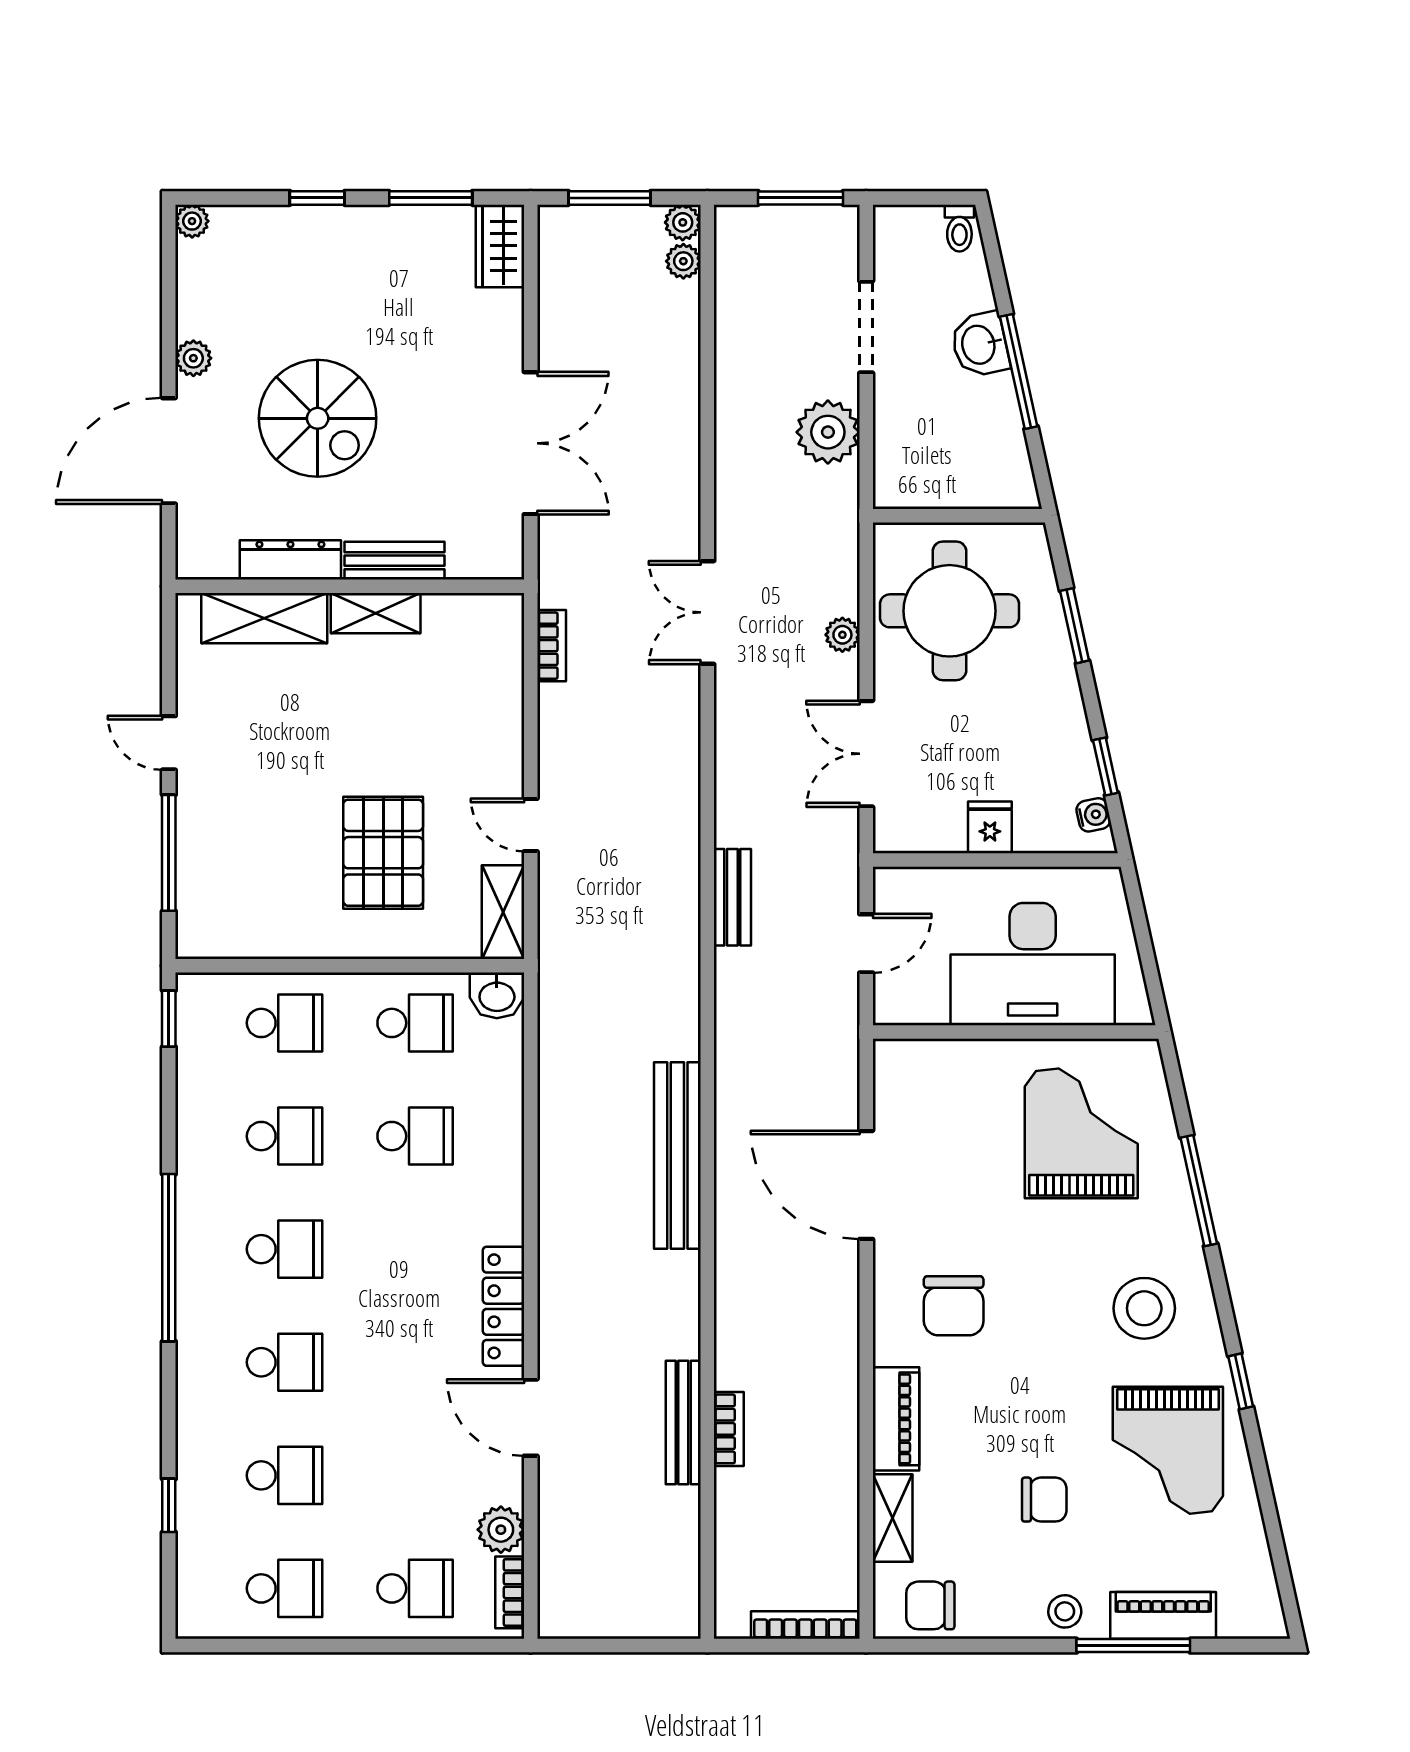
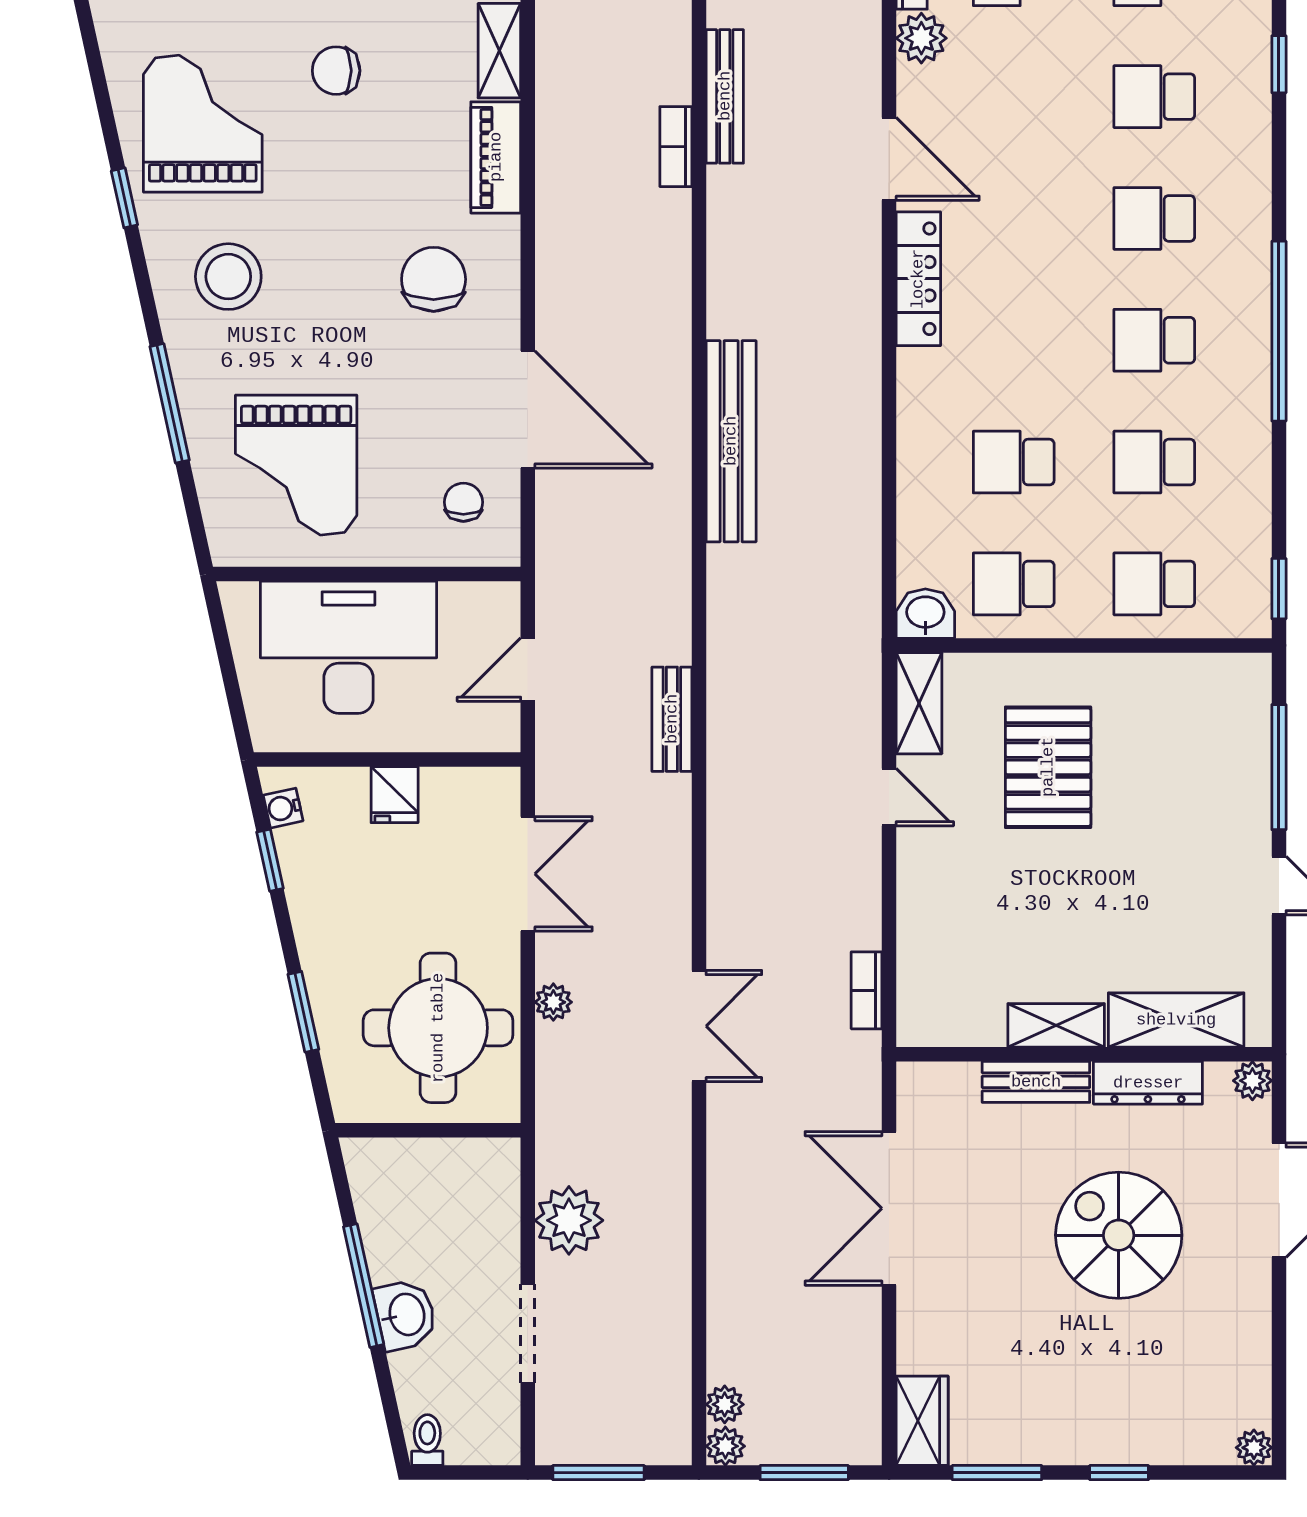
plant: (193, 358) -> (1252, 1081), moved
chair: (926, 1099) -> (463, 502), added
bench: (683, 1423) -> (725, 96), moved

